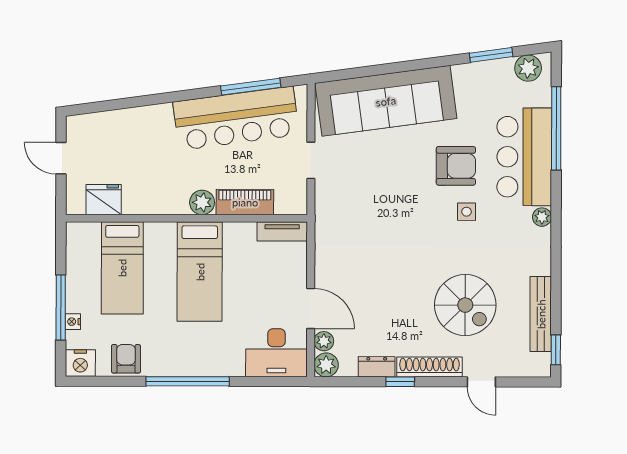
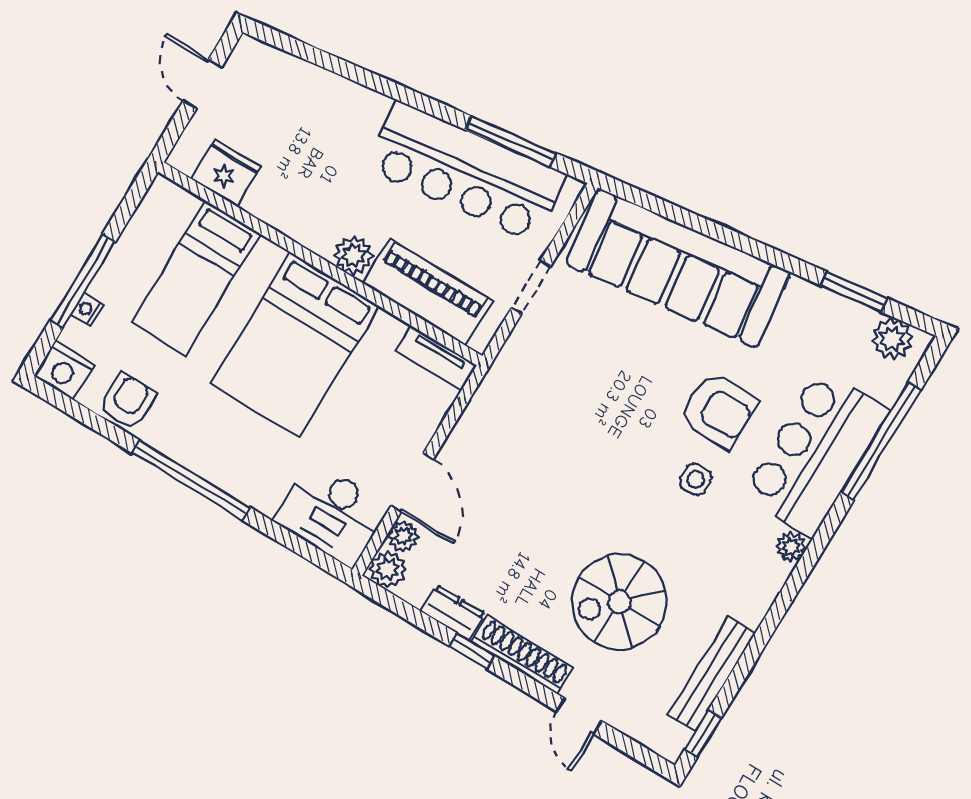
piano: (245, 202) -> (428, 292), width x1.37, depth x1.33
bed: (200, 272) -> (295, 345), width x1.50
spiral stairs: (465, 305) -> (619, 602), turned 90

